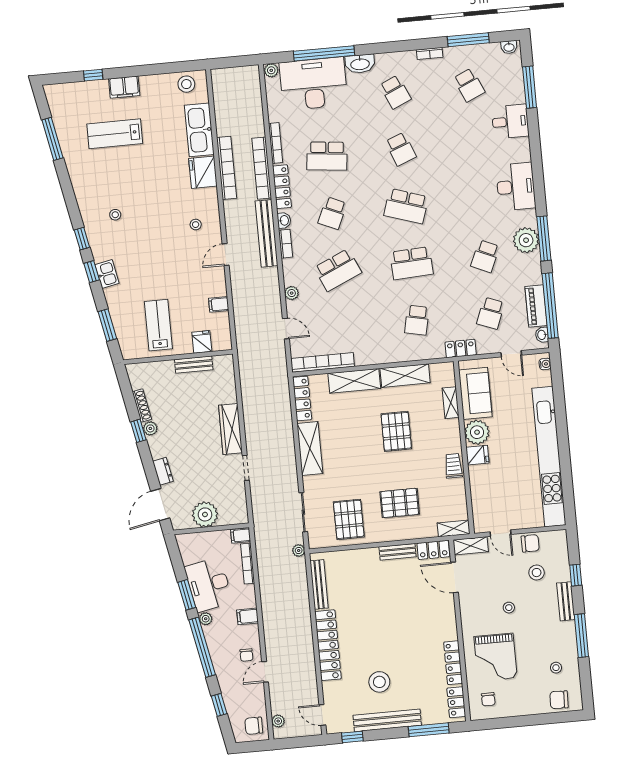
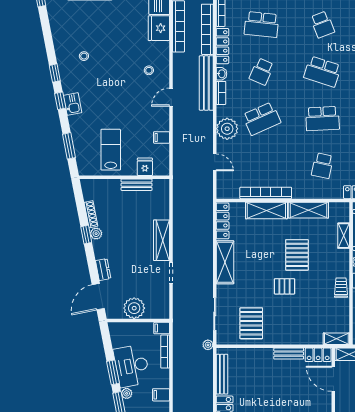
plant: (292, 293) -> (227, 129), width x1.87, depth x1.87
bookcase: (323, 362) -> (266, 193), moved
pallet: (400, 503) -> (284, 286), moved, width x0.67, depth x0.71

